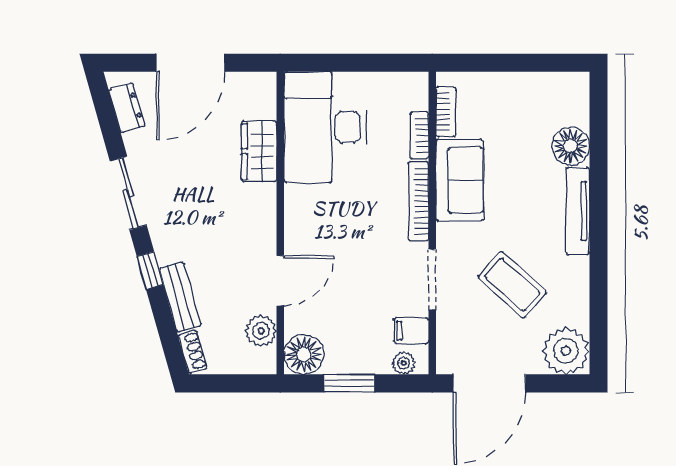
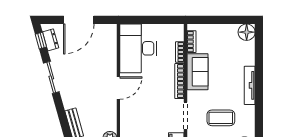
floor lamp: (571, 146) -> (247, 32), moved
wardrobe: (259, 151) -> (109, 59), removed
window: (150, 271) -> (41, 41), moved
door: (280, 281) -> (118, 88), moved
coffee table: (512, 285) -> (221, 118), turned -42

